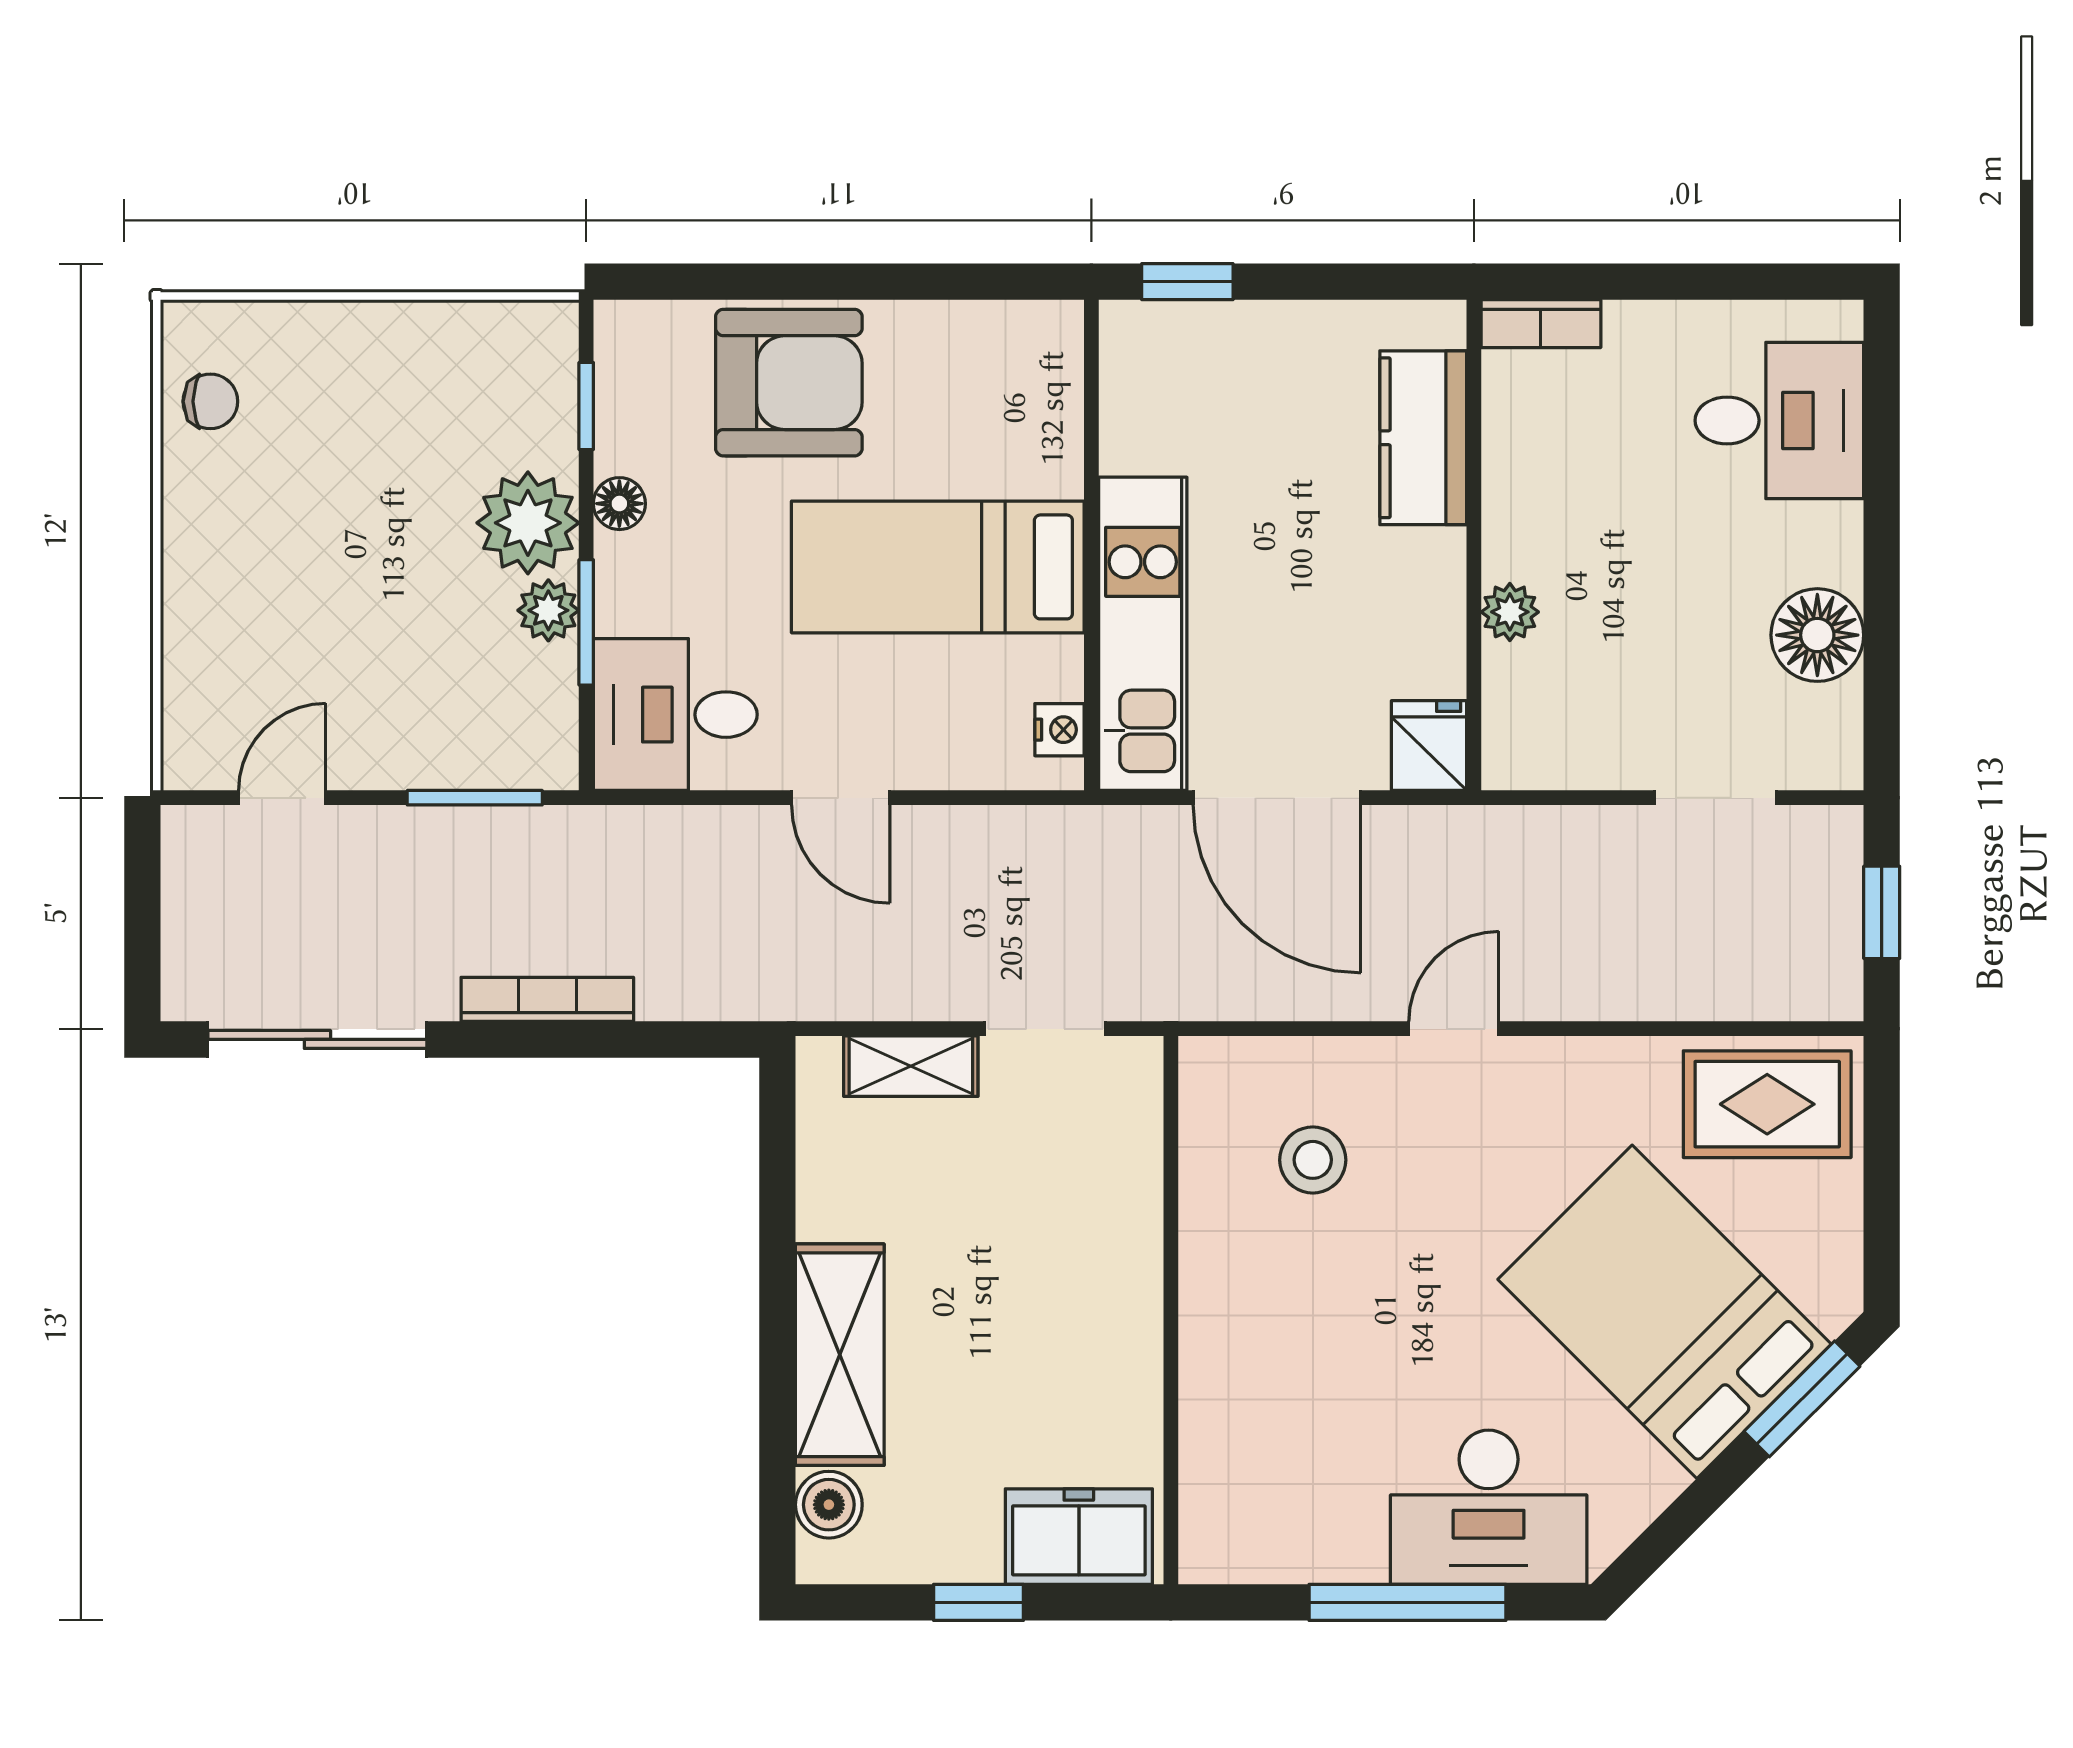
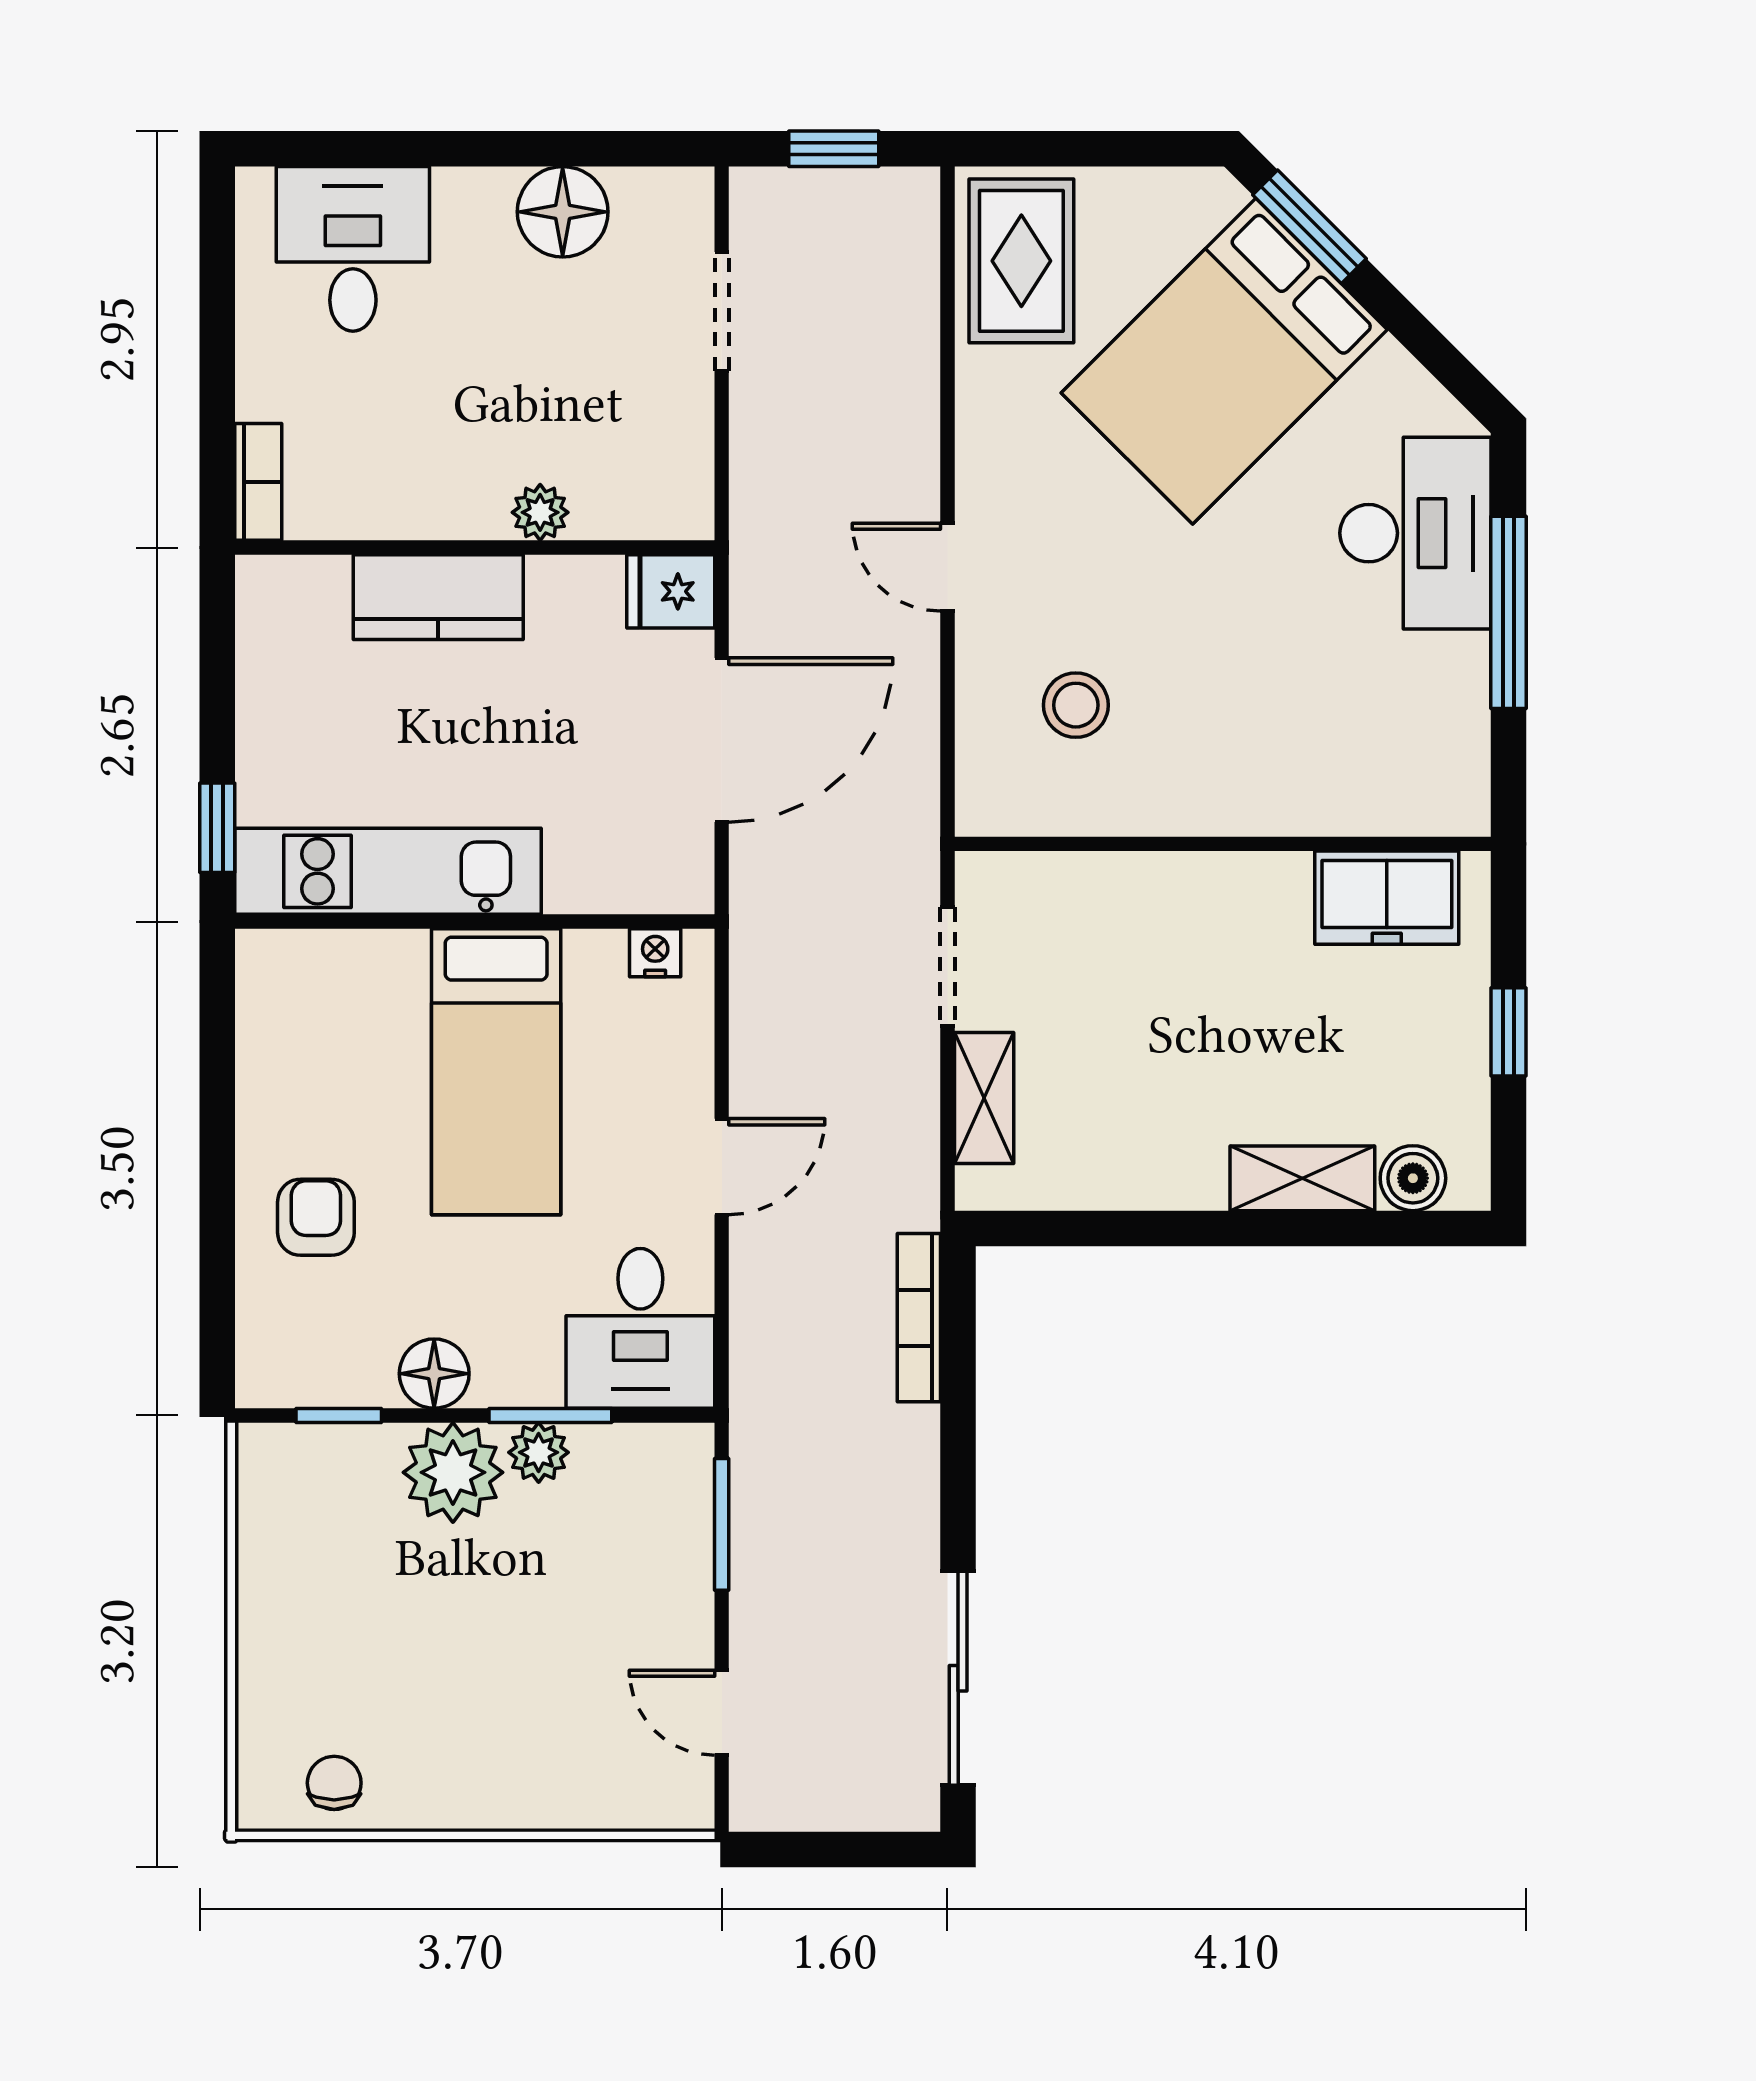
armchair: (789, 383) -> (316, 1217), width x0.53, depth x0.53
kitchen counter: (1423, 438) -> (438, 597), moved
floor lamp: (619, 504) -> (434, 1374), width x1.37, depth x1.37
kitchen unit: (1143, 634) -> (388, 871), moved
bookcase: (547, 999) -> (919, 1318), moved
shelving: (840, 1355) -> (1302, 1178), width x0.67, depth x0.75
freezer: (1079, 1537) -> (1387, 898), moved, turned -90

